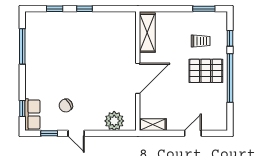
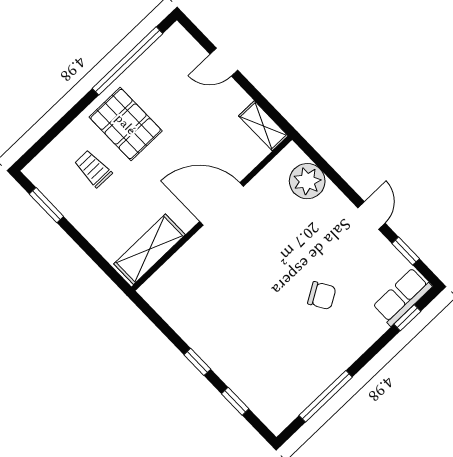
window: (230, 38) -> (52, 134), removed
window: (230, 78) -> (127, 61), moved
chair: (66, 106) -> (322, 296), moved

